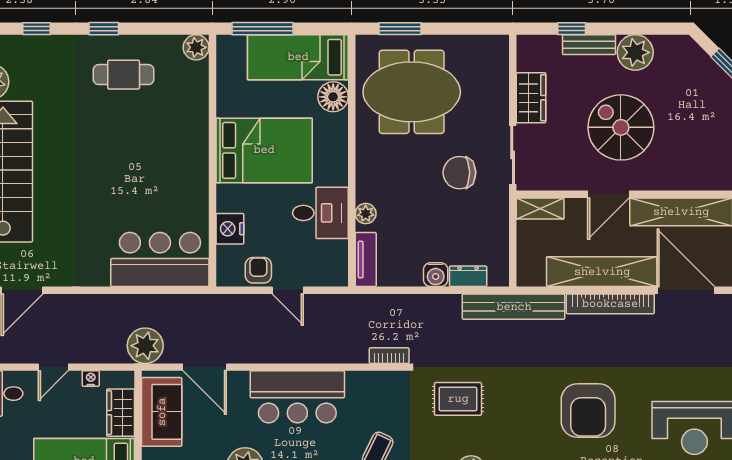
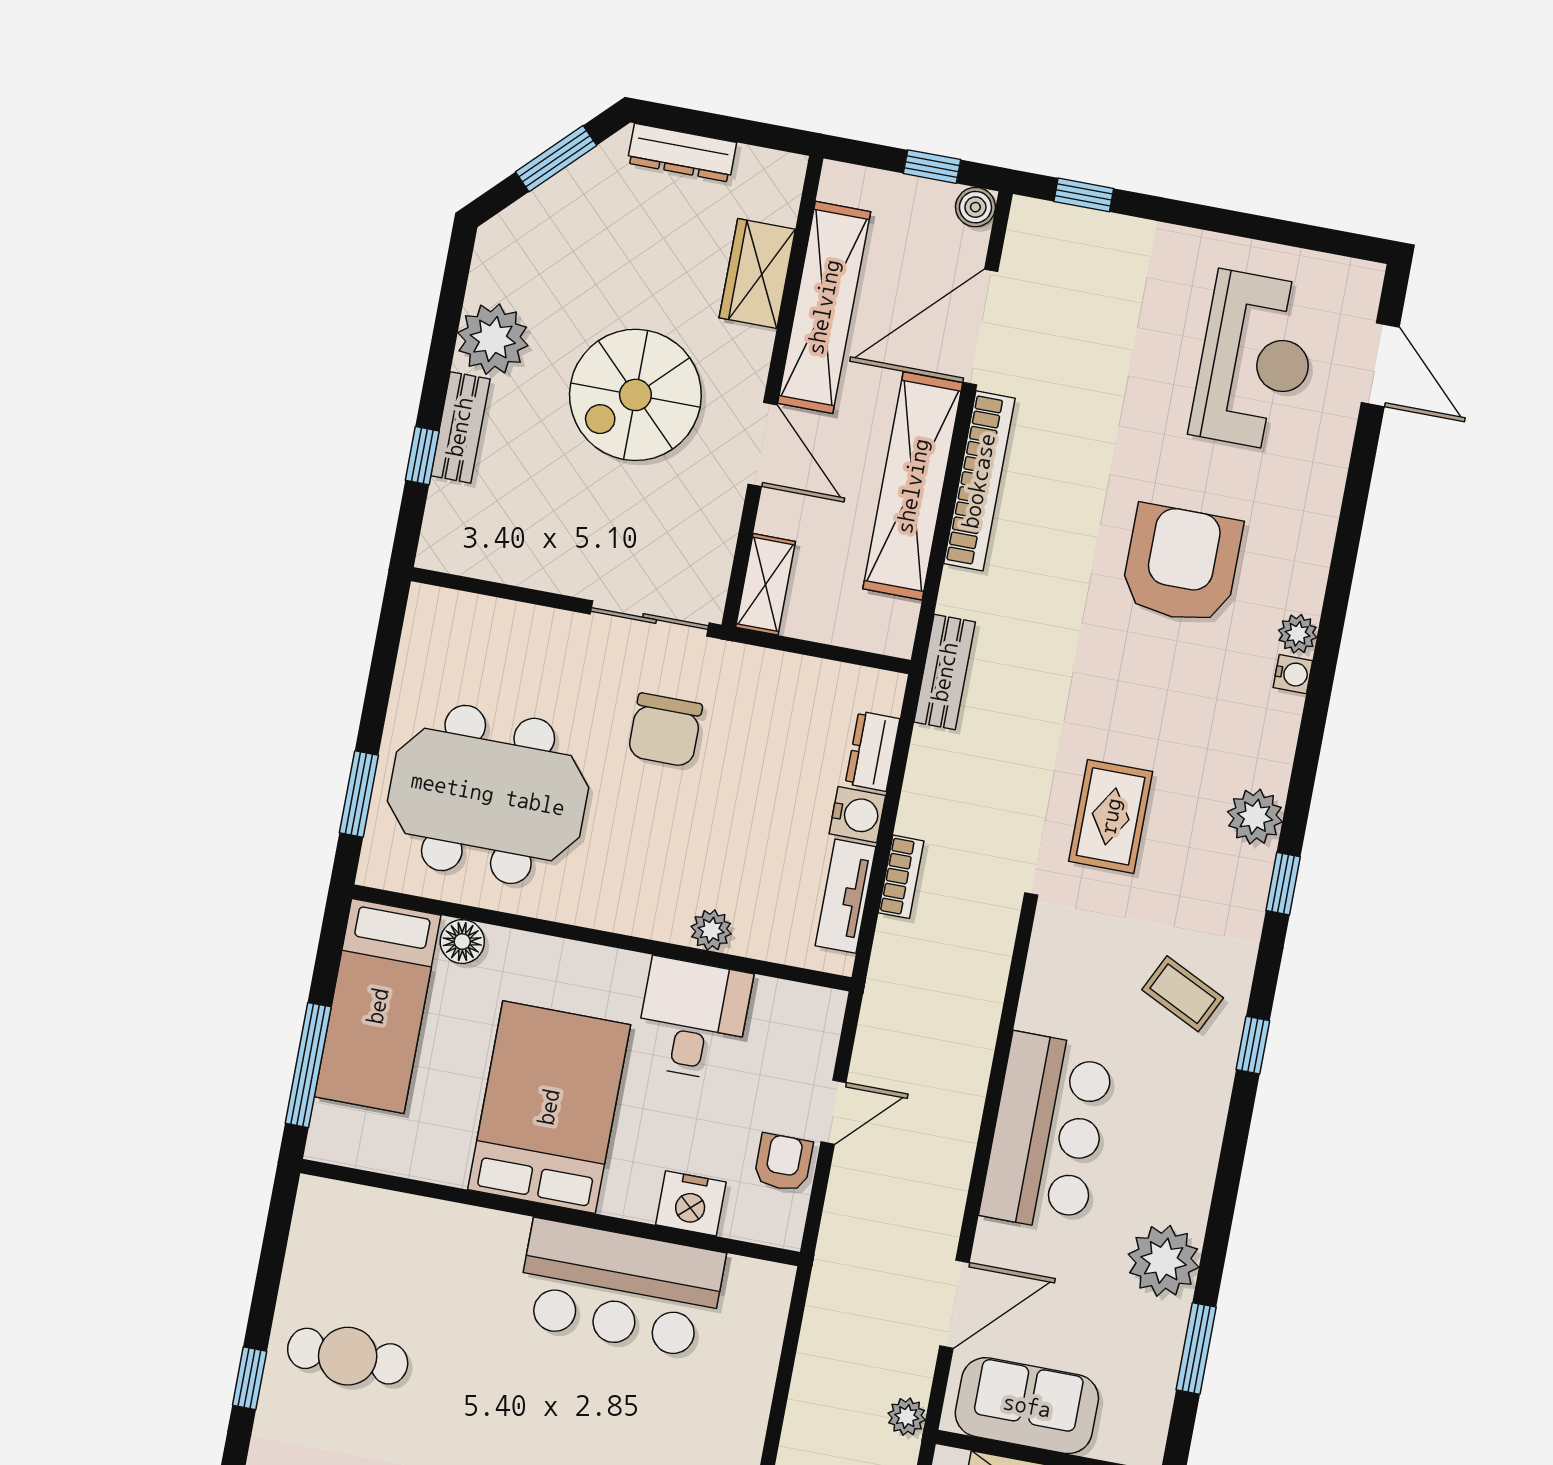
plant: (196, 47) -> (321, 1203), removed
cafe table: (124, 75) -> (348, 1356), turned 90
meeting table: (412, 92) -> (488, 794), turned 90
floor lamp: (333, 97) -> (462, 942), width x0.73, depth x0.73
wardrobe: (531, 98) -> (757, 274), moved, turned -90
bar counter: (160, 259) -> (620, 1288), moved, turned -90
tv unit: (366, 260) -> (846, 896), moved, turned -90
armchair: (258, 270) -> (783, 1163), turned 90
bench: (514, 307) -> (945, 672), width x0.54, depth x0.82
plant: (145, 346) -> (907, 1417), width x0.53, depth x0.53
bookcase: (389, 356) -> (901, 877), moved, turned 180
armchair: (588, 410) -> (1181, 564), turned -90

